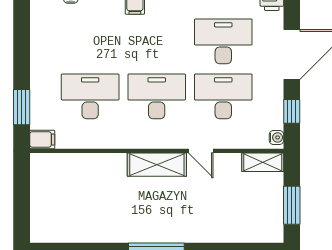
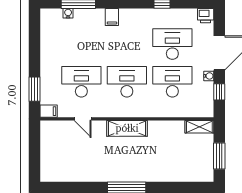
water cooler: (276, 137) -> (209, 76), moved
door: (201, 151) -> (83, 119), moved

